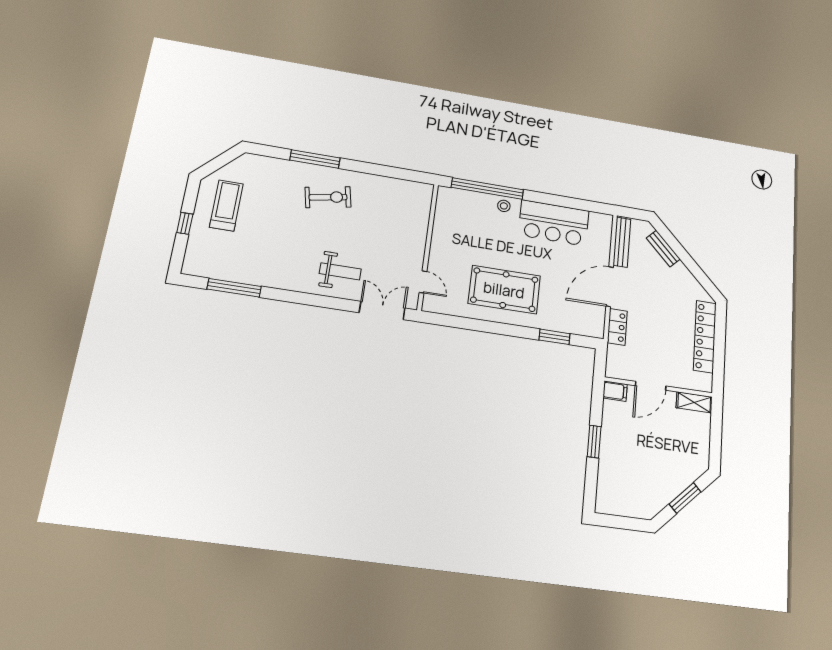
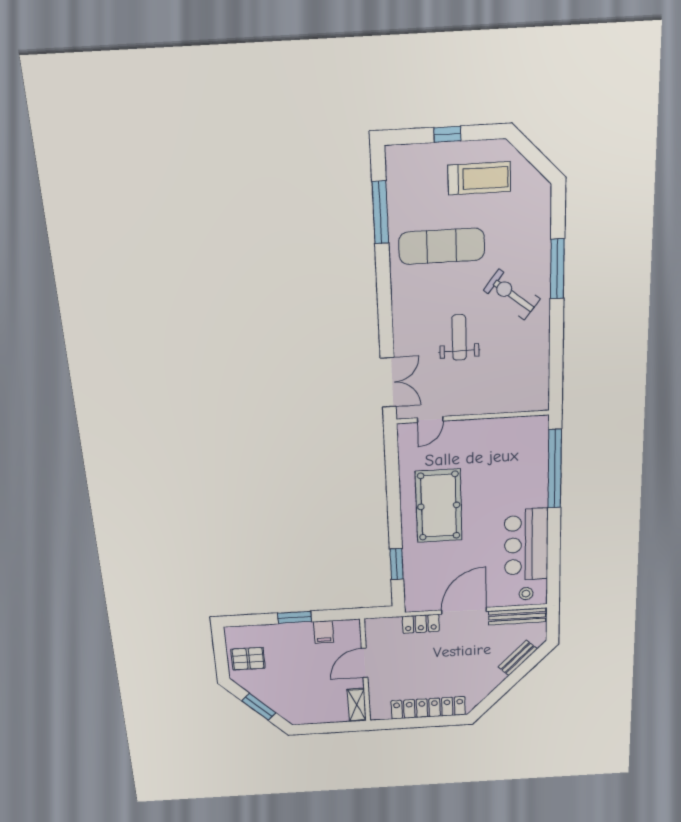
exercise bike: (328, 197) -> (512, 295), turned 139
stool: (504, 206) -> (526, 594), moved
exercise mat: (274, 245) -> (442, 246), added
weight bench: (340, 271) -> (459, 337), moved, turned 180
door: (610, 287) -> (464, 611), hinge flipped
door: (651, 386) -> (365, 663), hinge flipped
filing cabinet: (615, 391) -> (324, 632), moved
pallet: (632, 496) -> (248, 659), added

